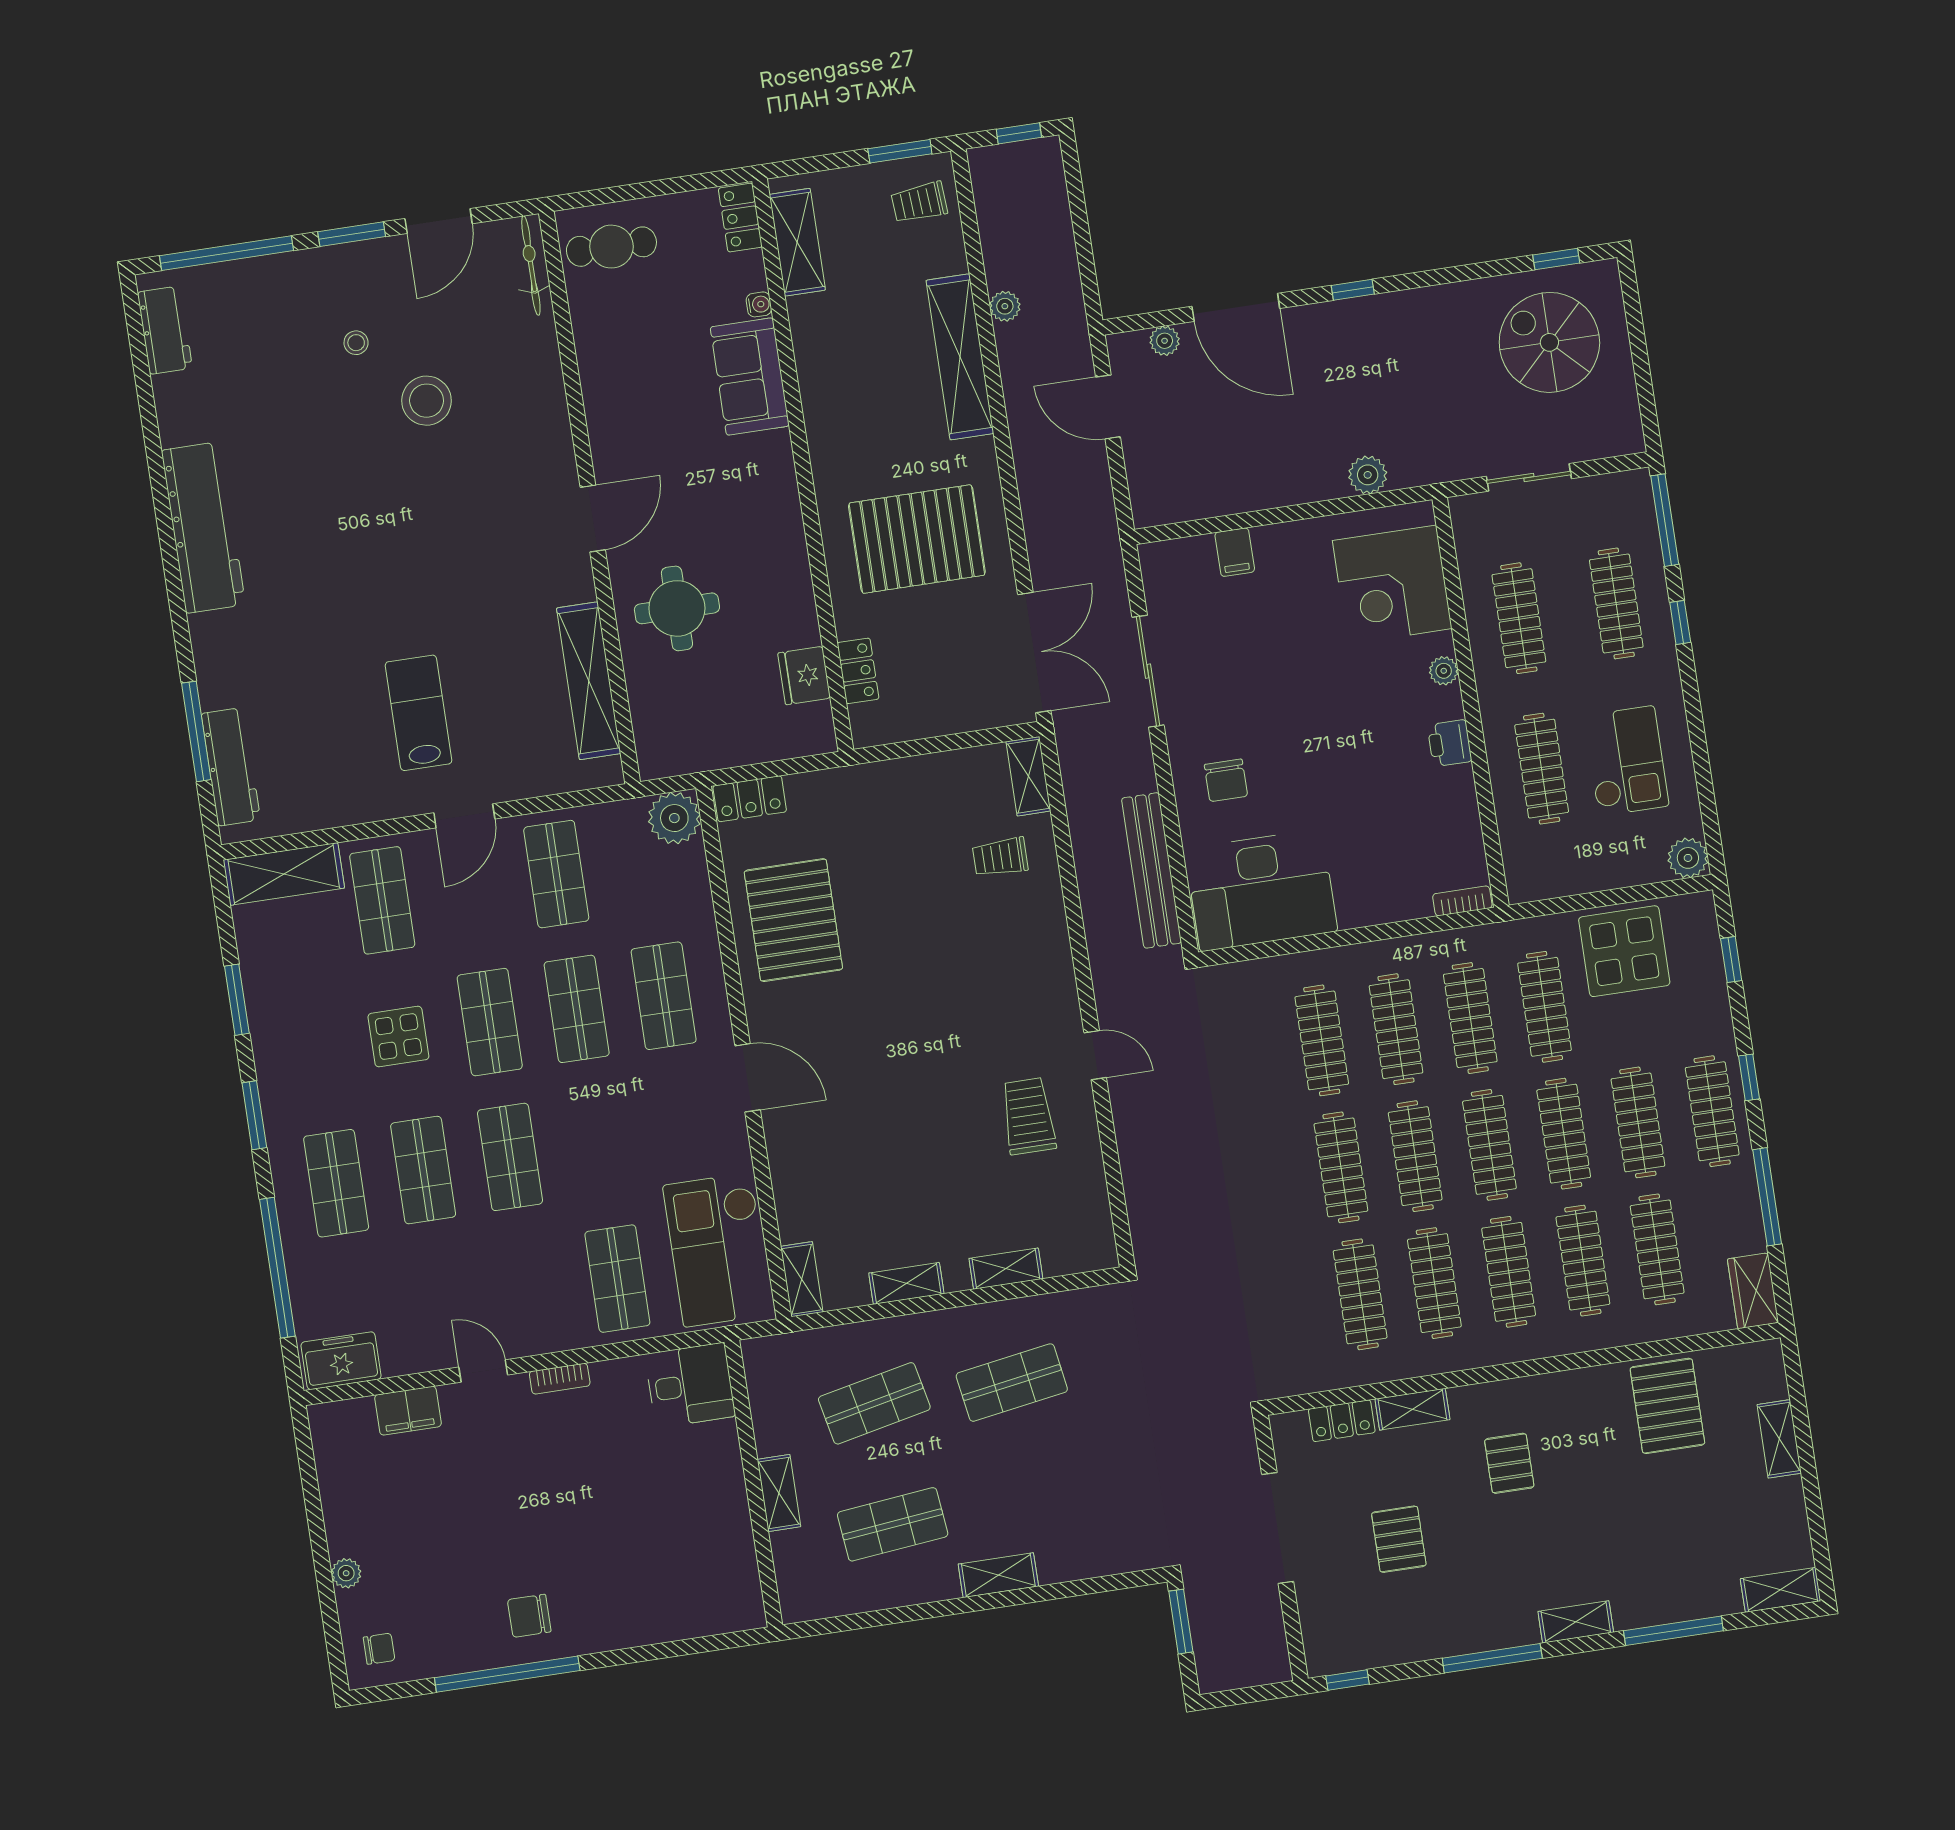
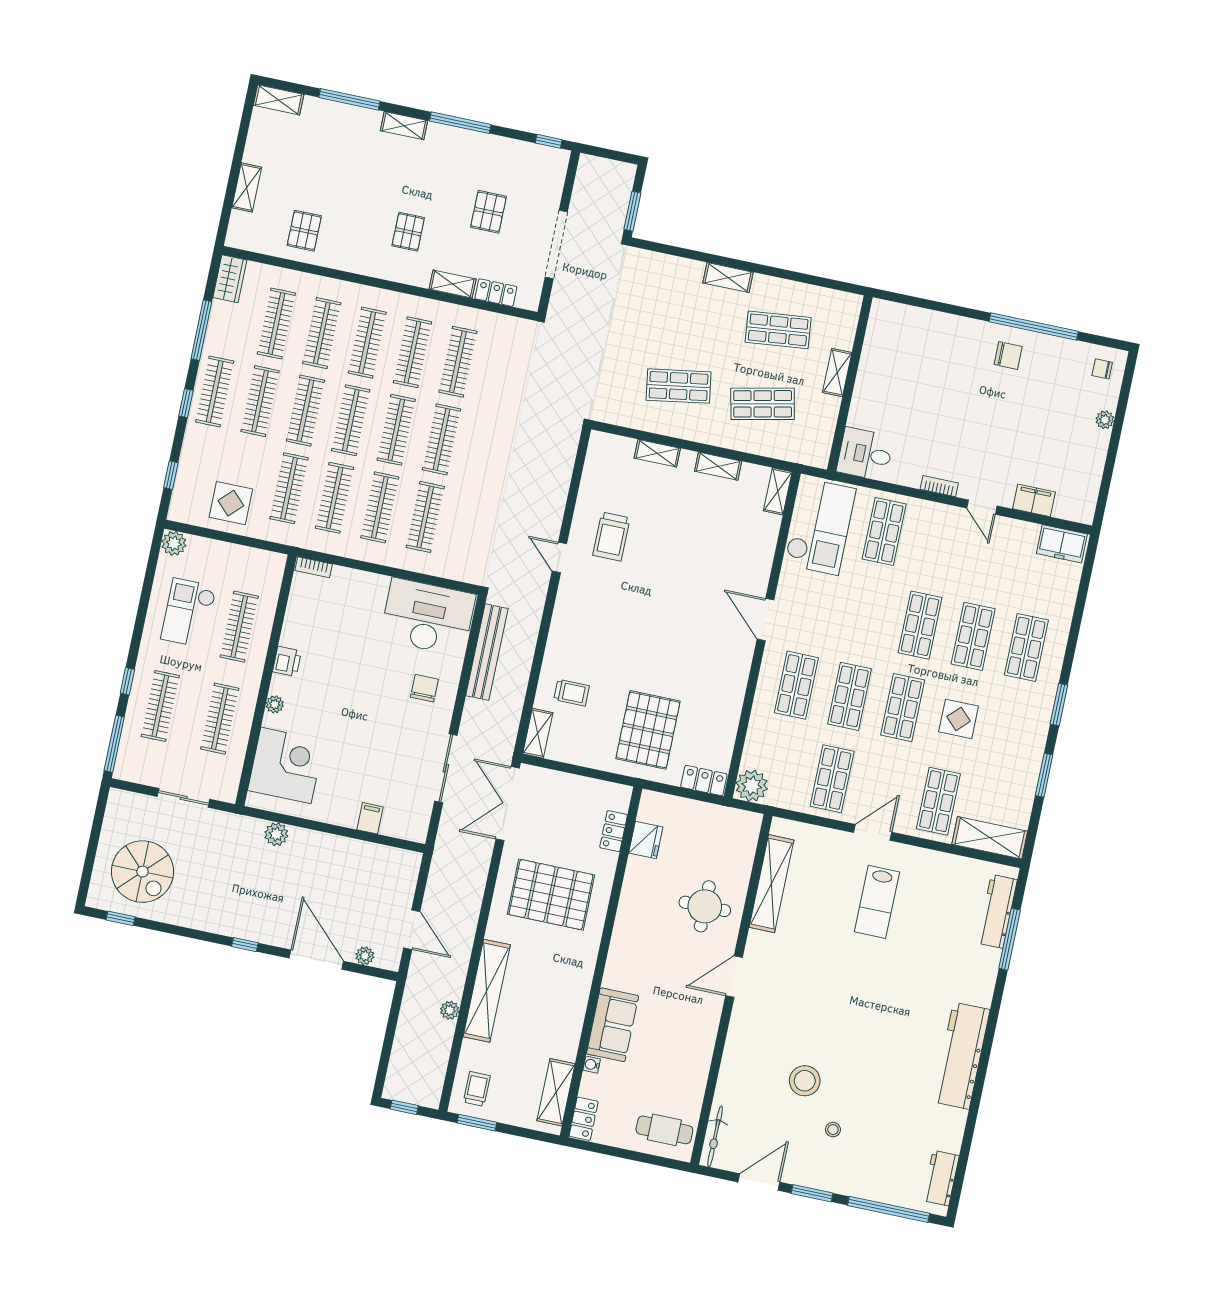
trolley: (919, 202) -> (477, 1089), turned -86
pallet: (793, 920) -> (648, 730), moved
display table: (1624, 951) -> (231, 503), width x0.73, depth x0.73
window: (277, 1268) -> (1079, 611), removed
pallet: (1667, 1406) -> (304, 231), width x0.67, depth x0.71

